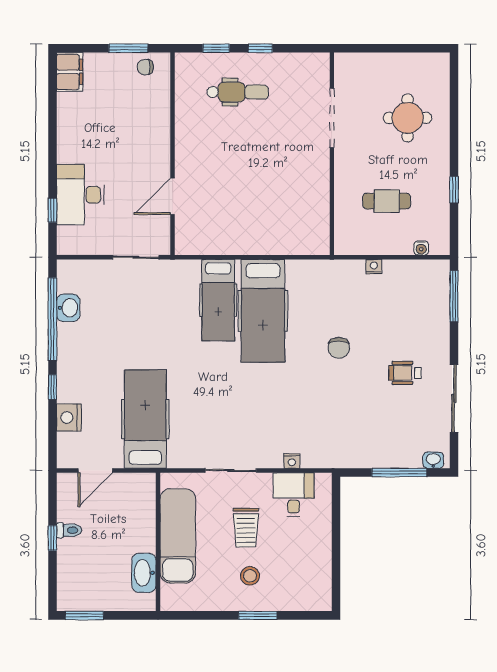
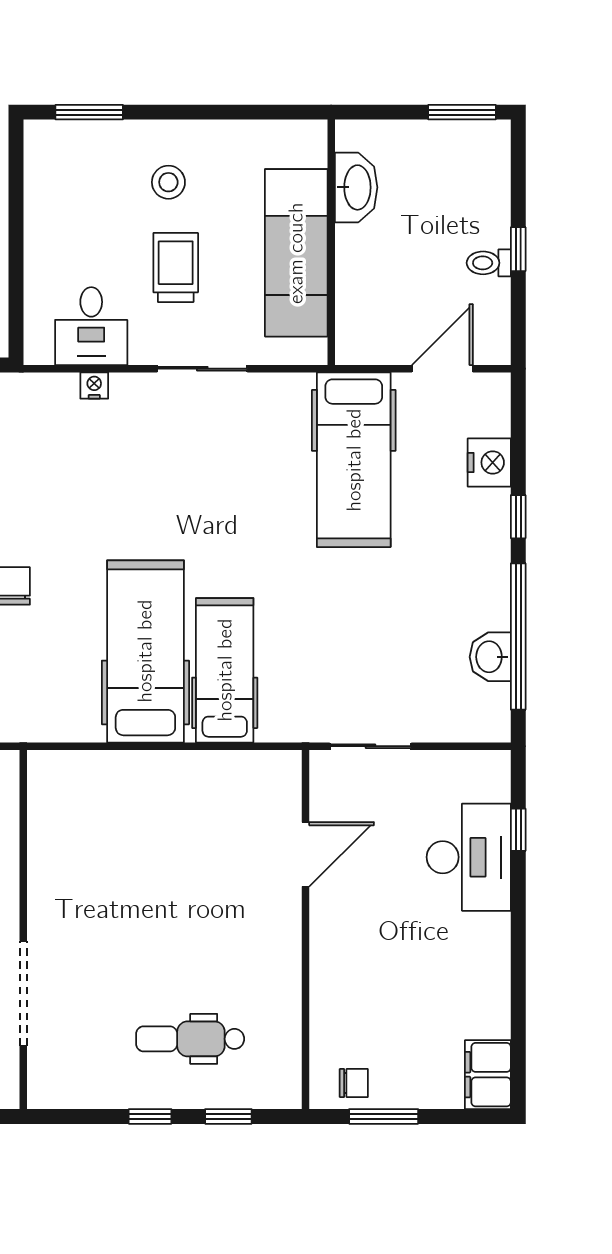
window: (258, 615) -> (89, 112), moved

